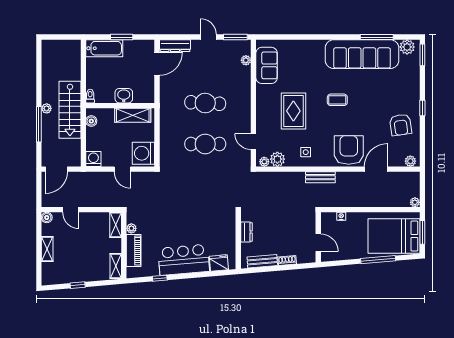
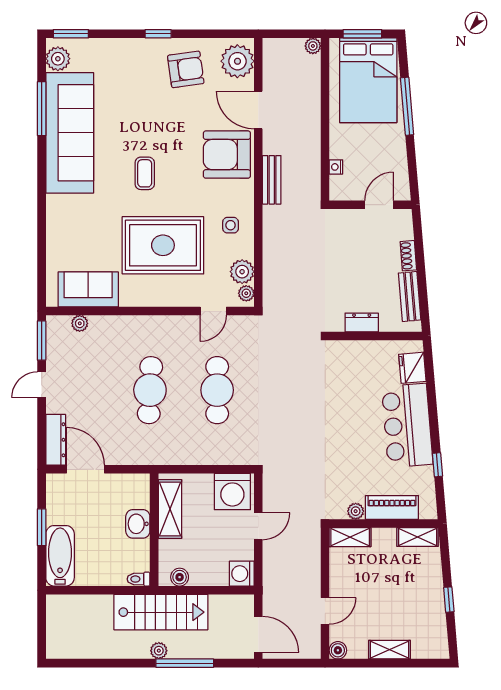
rug: (293, 111) -> (163, 245), width x1.37, depth x1.44
plant: (410, 161) -> (237, 61), width x1.87, depth x1.87
bench: (320, 177) -> (272, 180), moved

